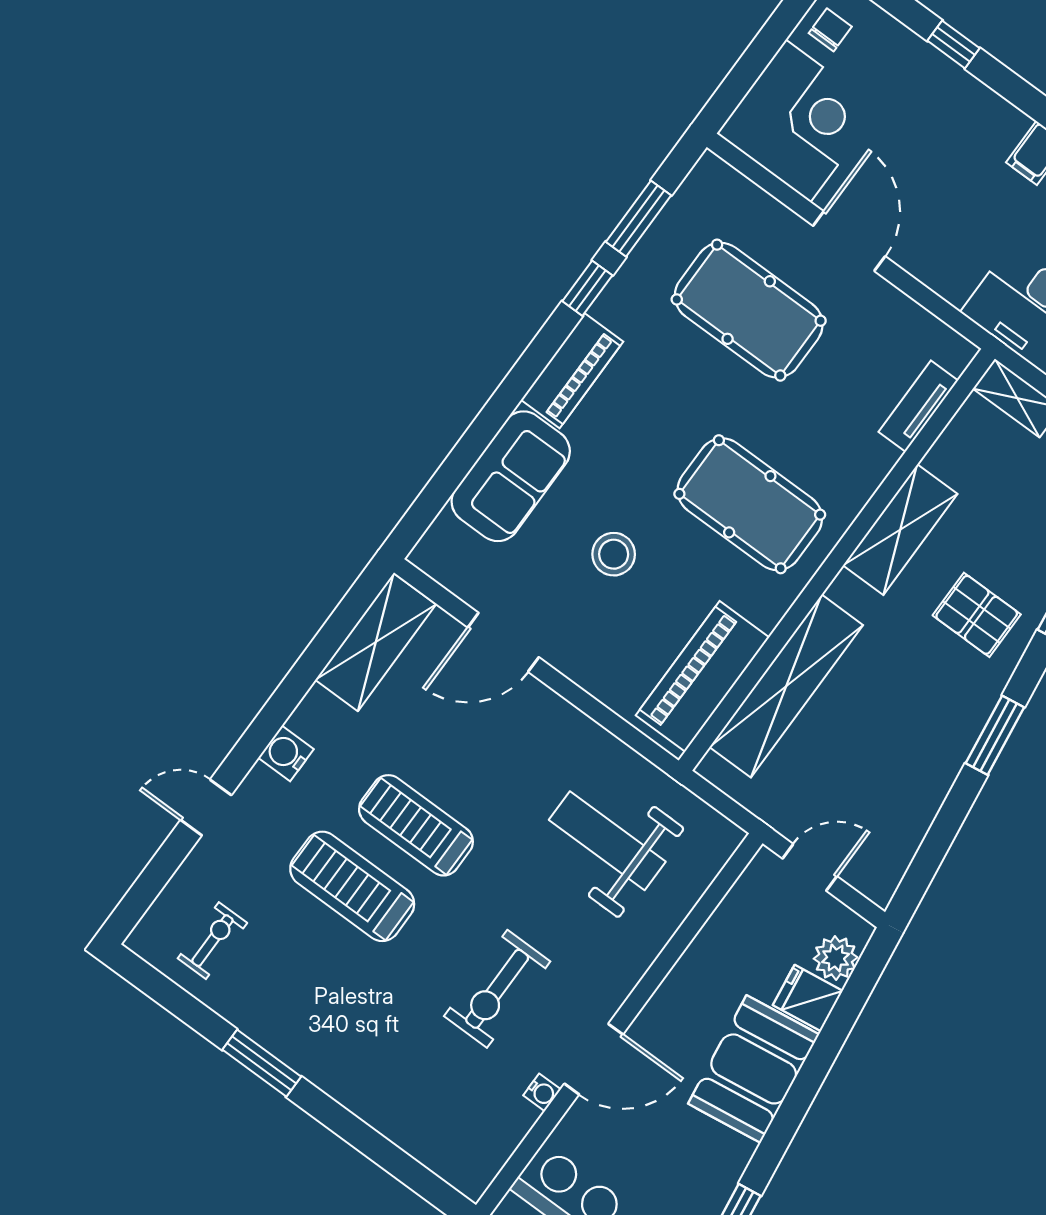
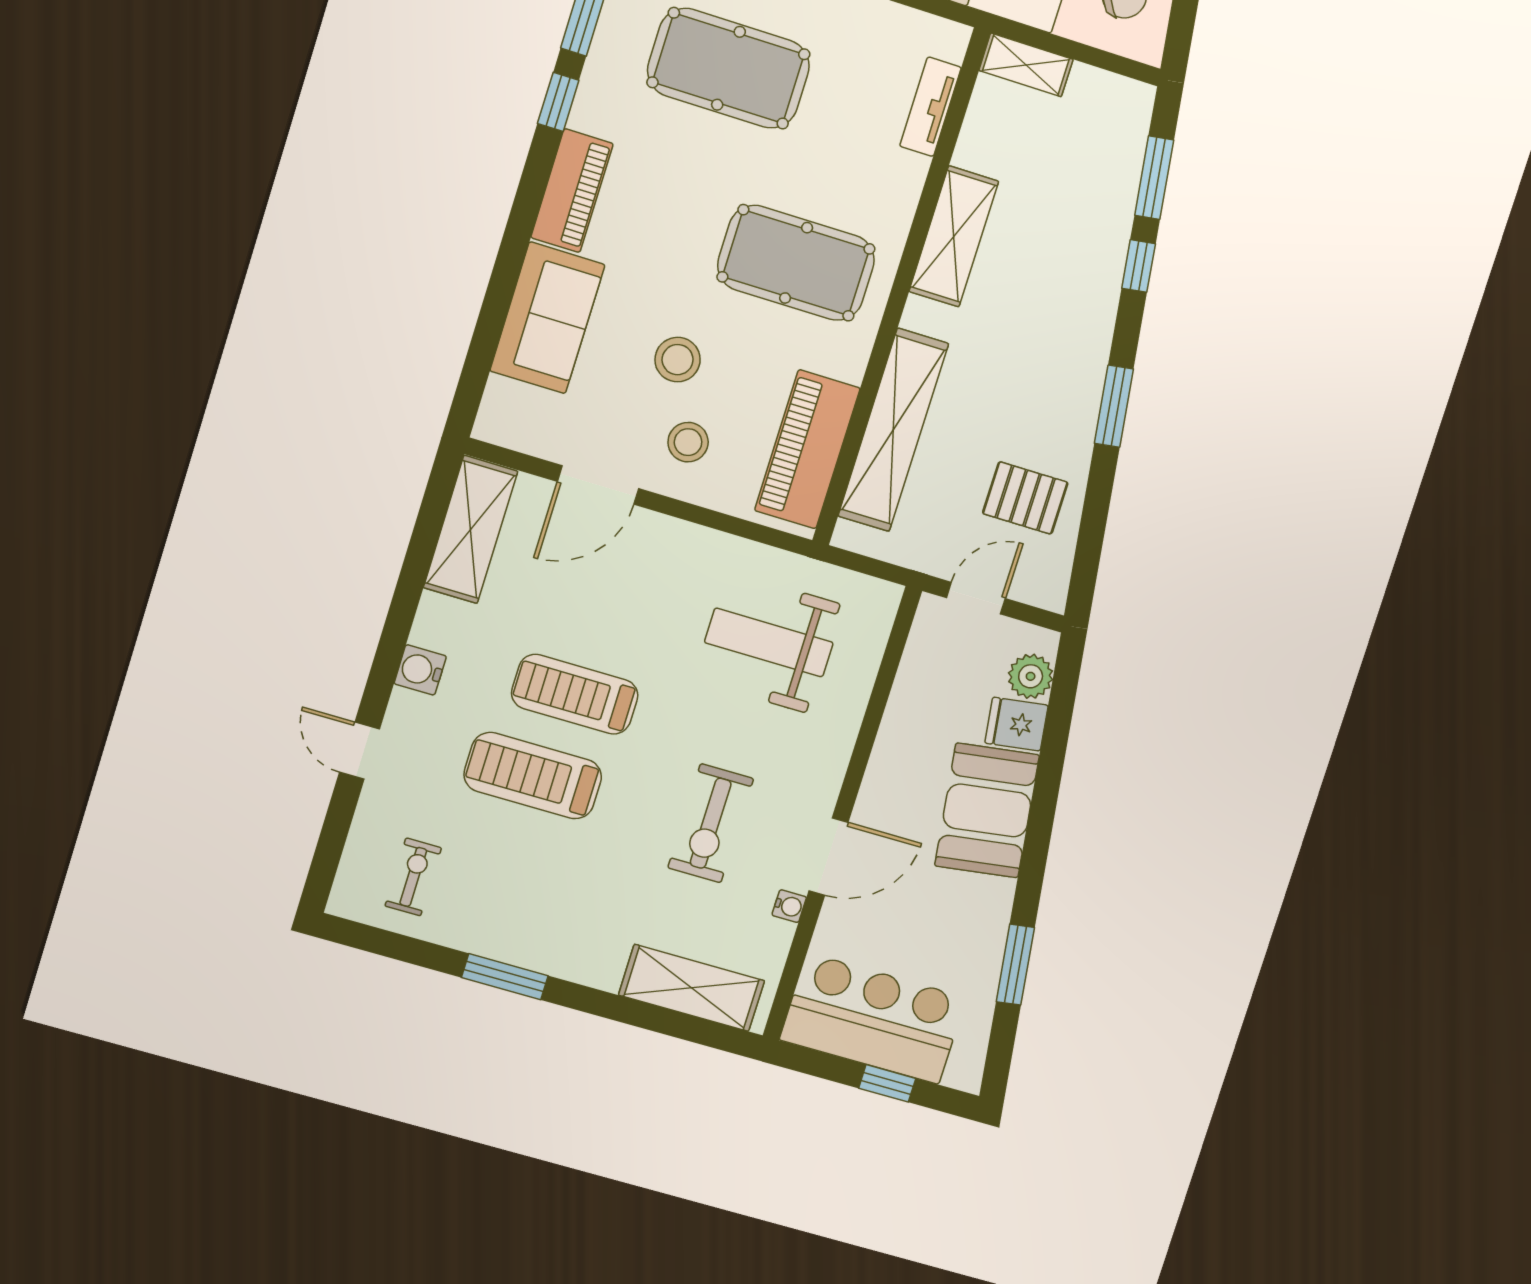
pallet: (977, 615) -> (1025, 498), moved
stool: (597, 632) -> (688, 442), added
door: (206, 807) -> (360, 751), hinge flipped
shelving: (427, 1136) -> (692, 988), added

